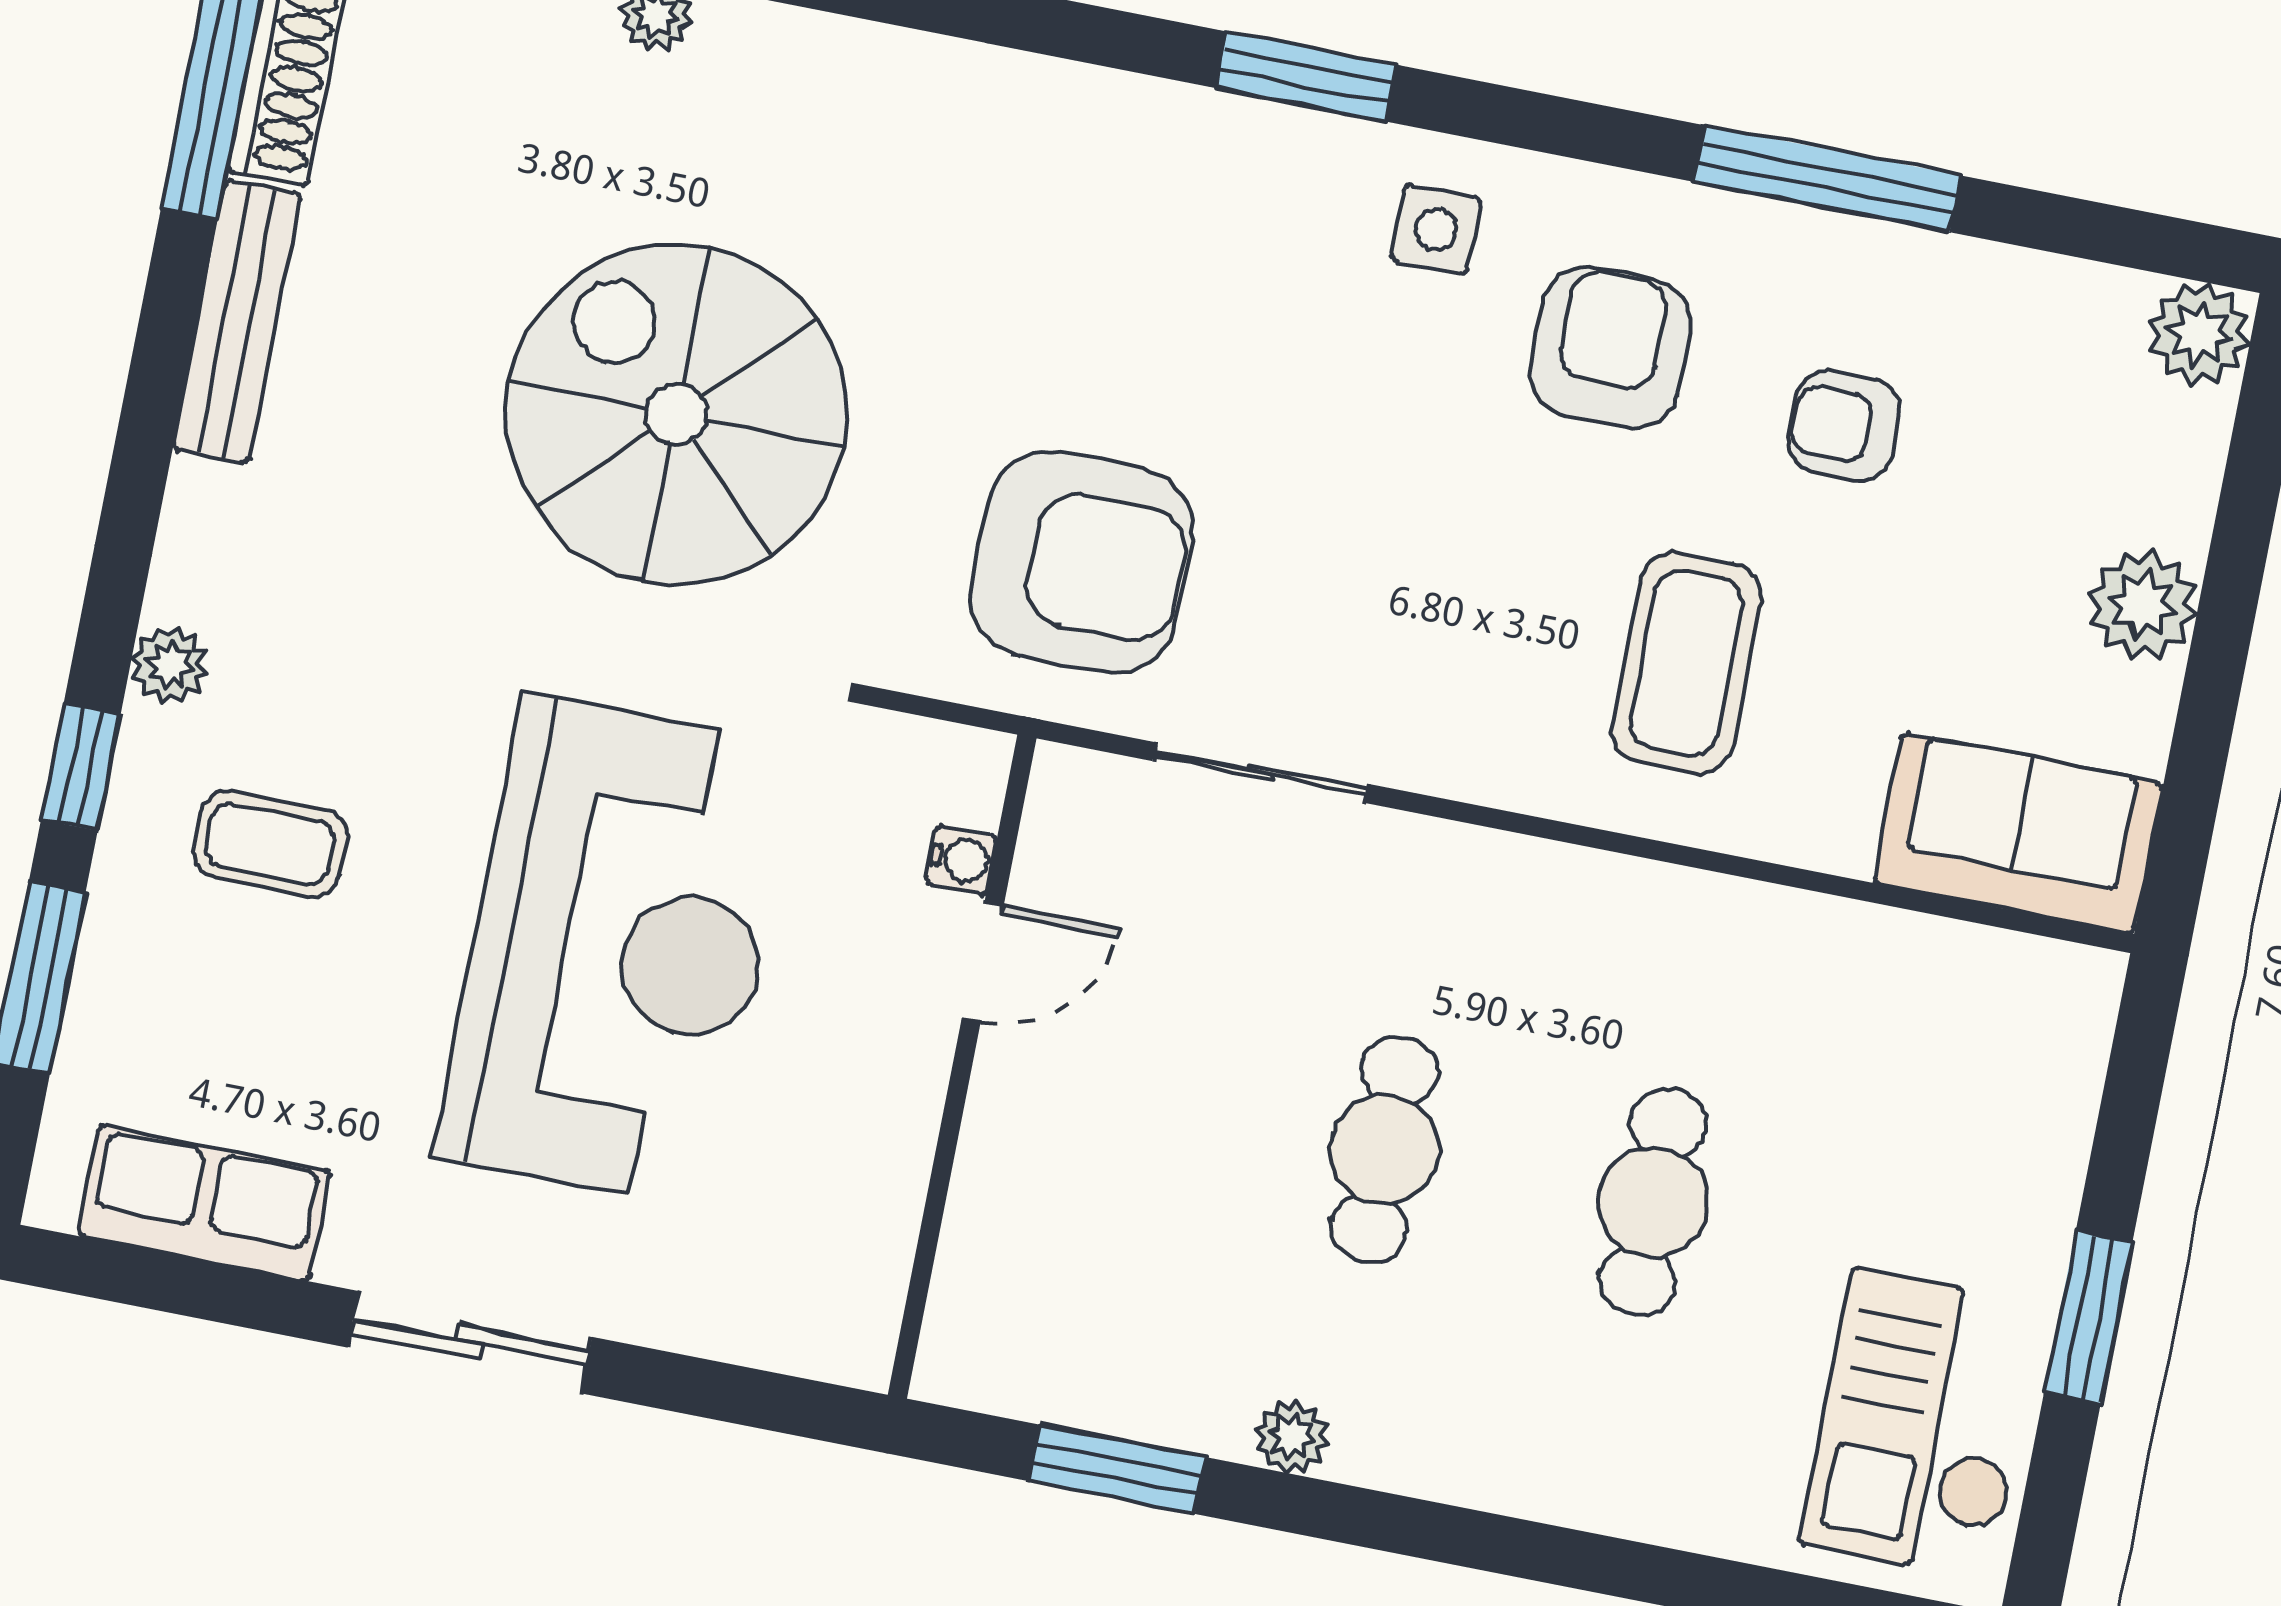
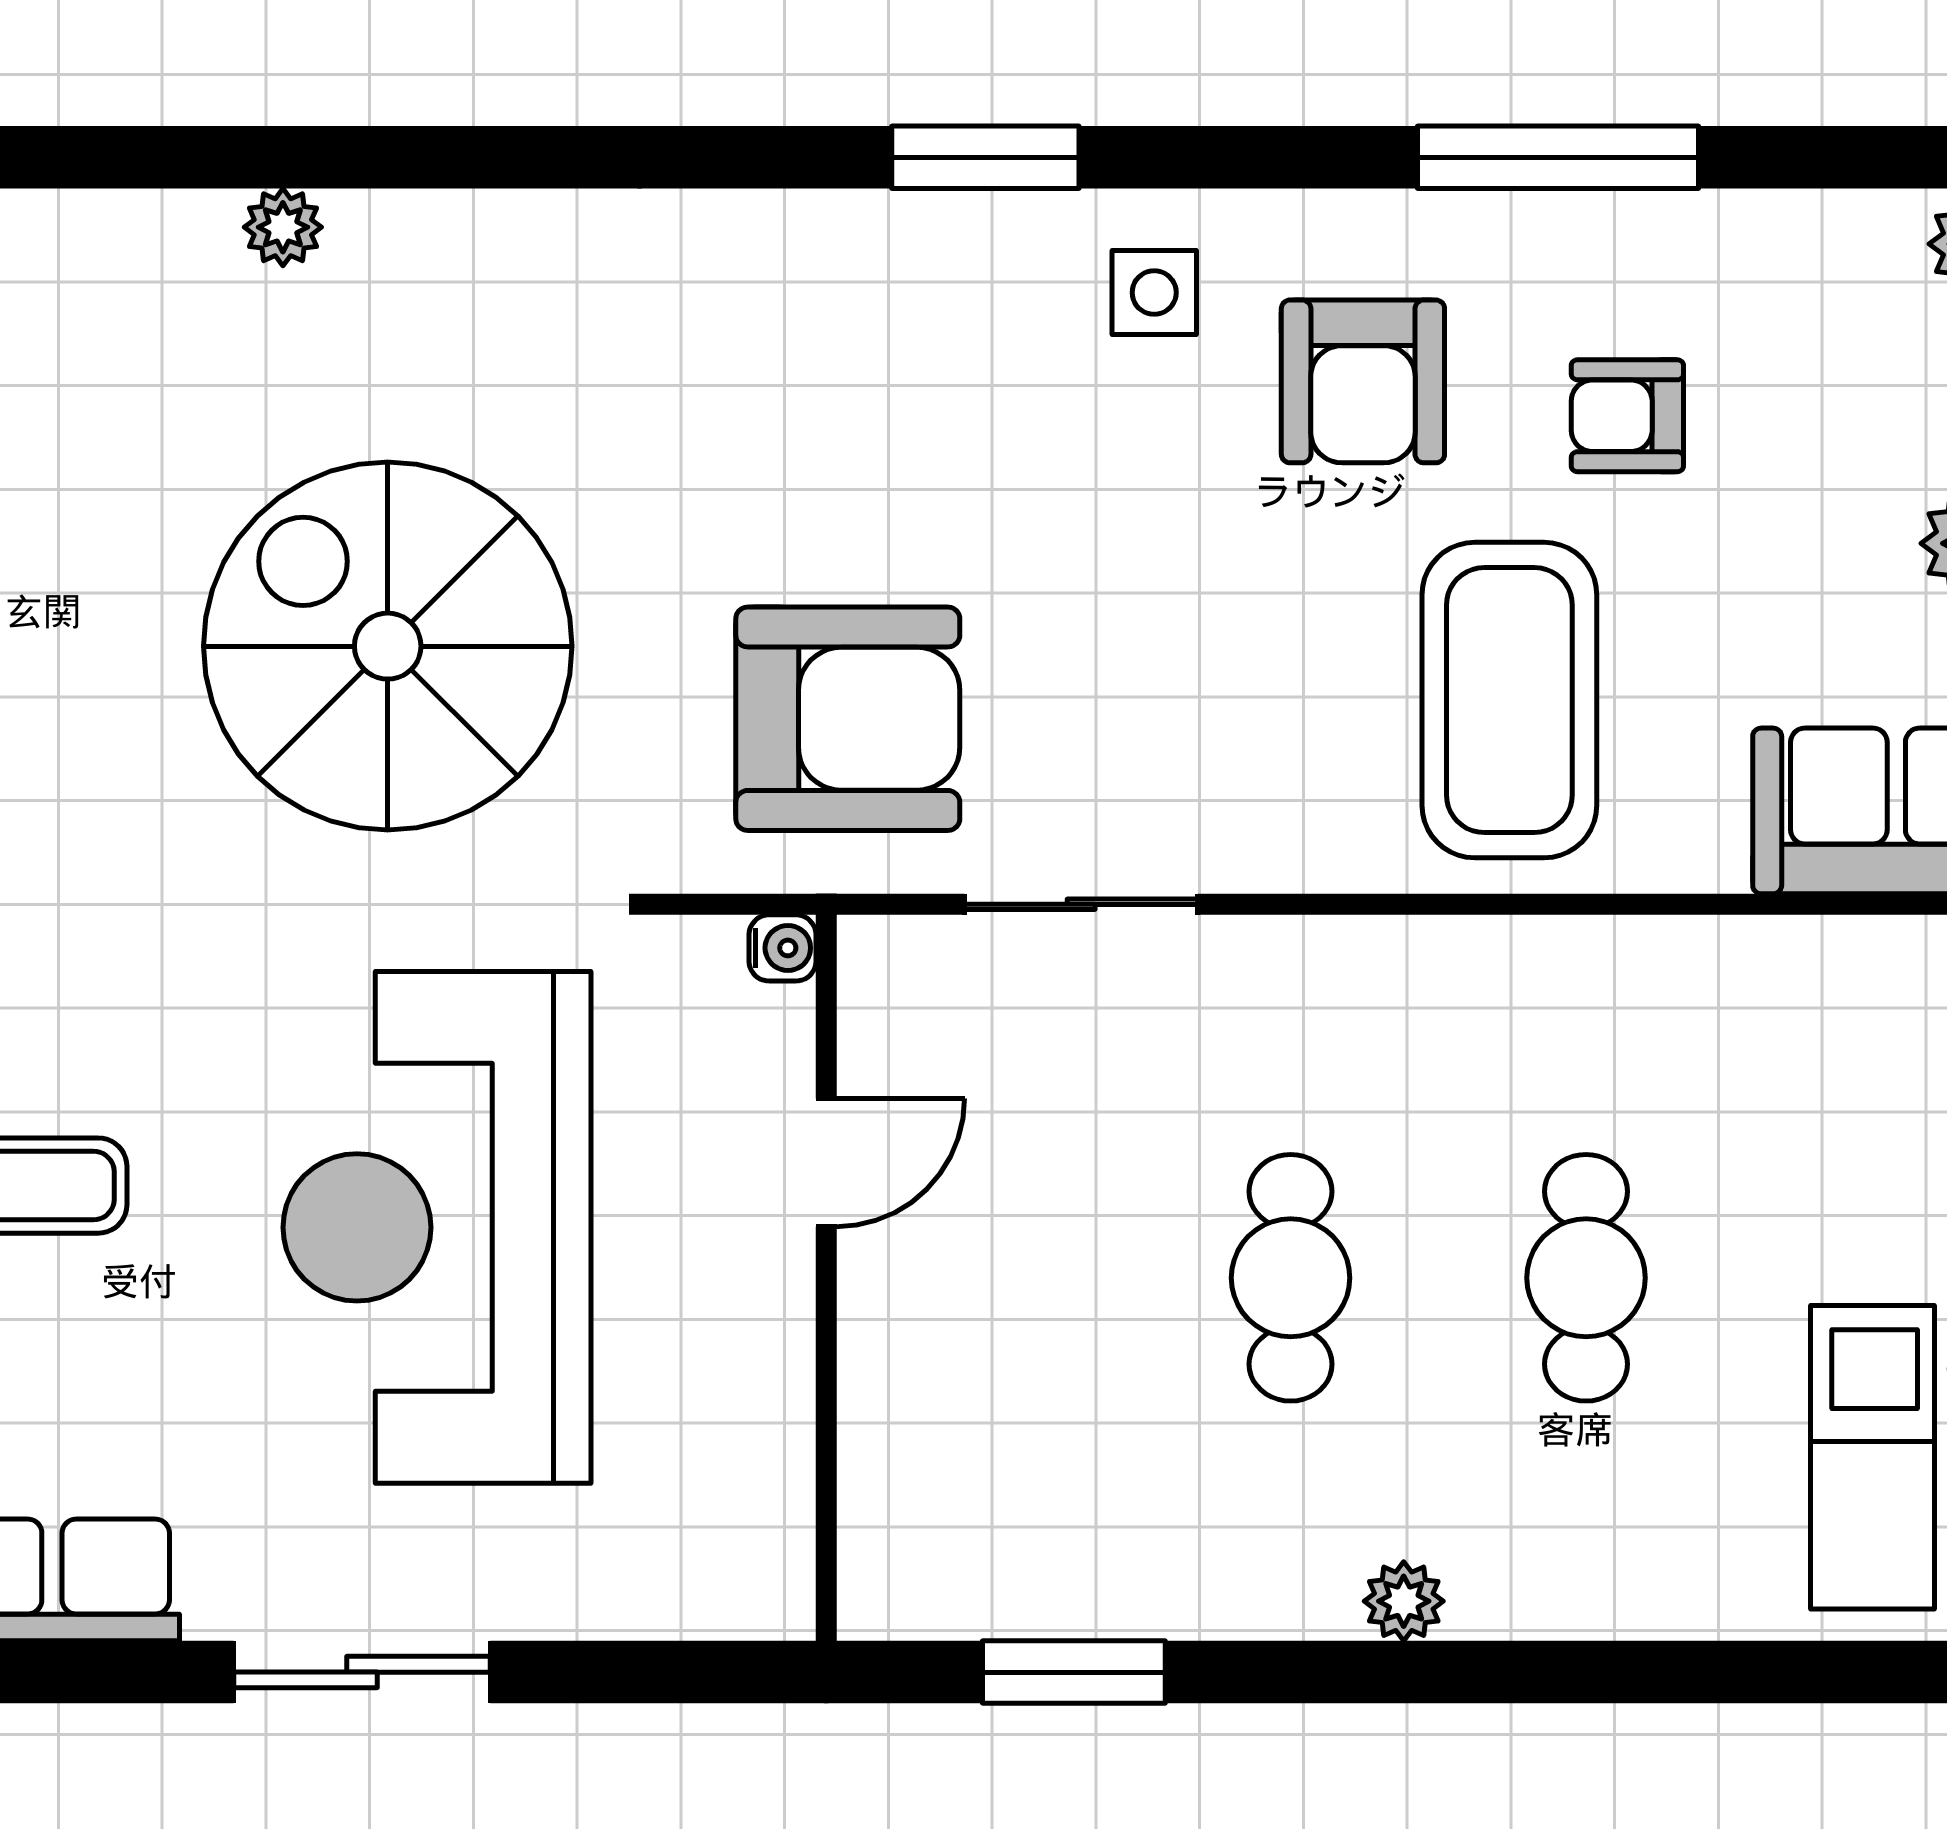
armchair: (1610, 348) -> (1363, 381), turned 180
coffee table: (1686, 663) -> (1509, 700), width x1.36, depth x1.32
water cooler: (961, 860) -> (783, 948), moved
reception desk: (617, 951) -> (437, 1227), turned 180
plant: (1292, 1437) -> (1404, 1601), moved

